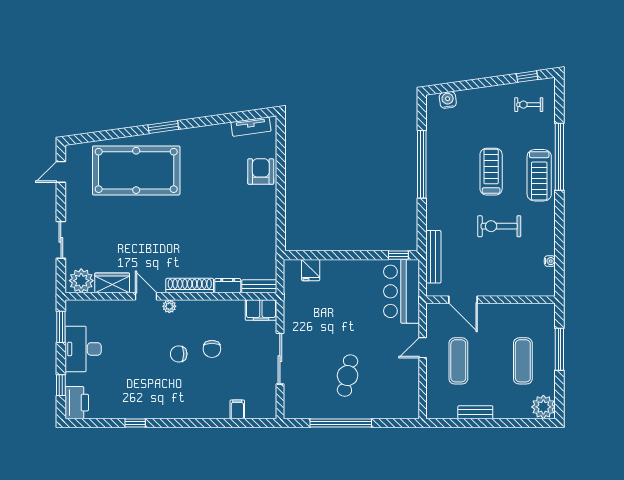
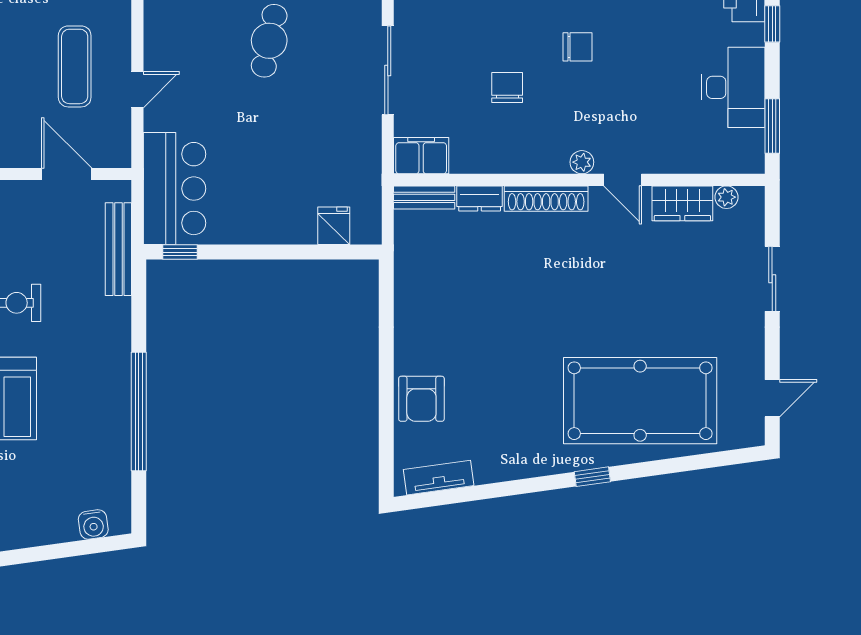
window: (163, 127) -> (592, 477), width x0.67
plant: (81, 281) -> (726, 197), width x0.53, depth x0.53
chair: (179, 354) -> (577, 47), moved

